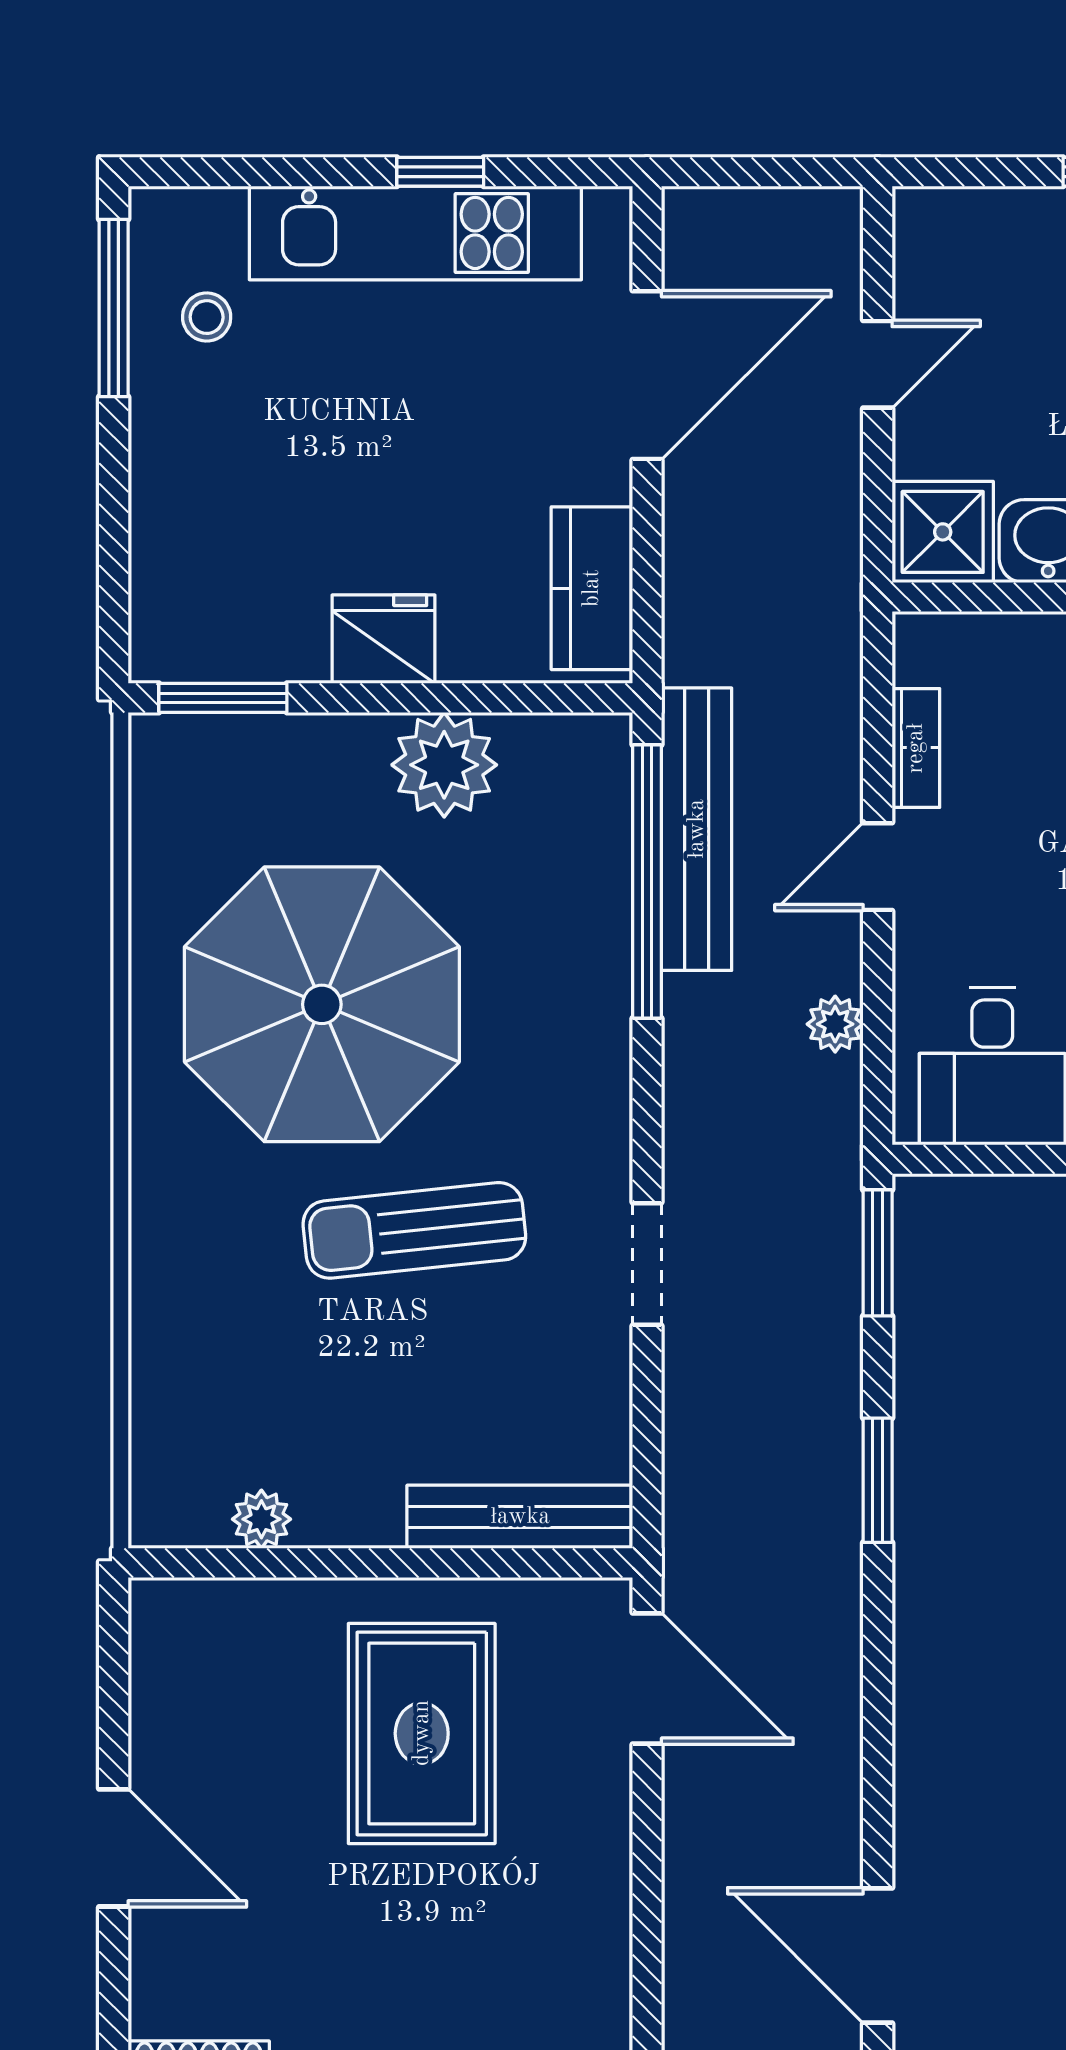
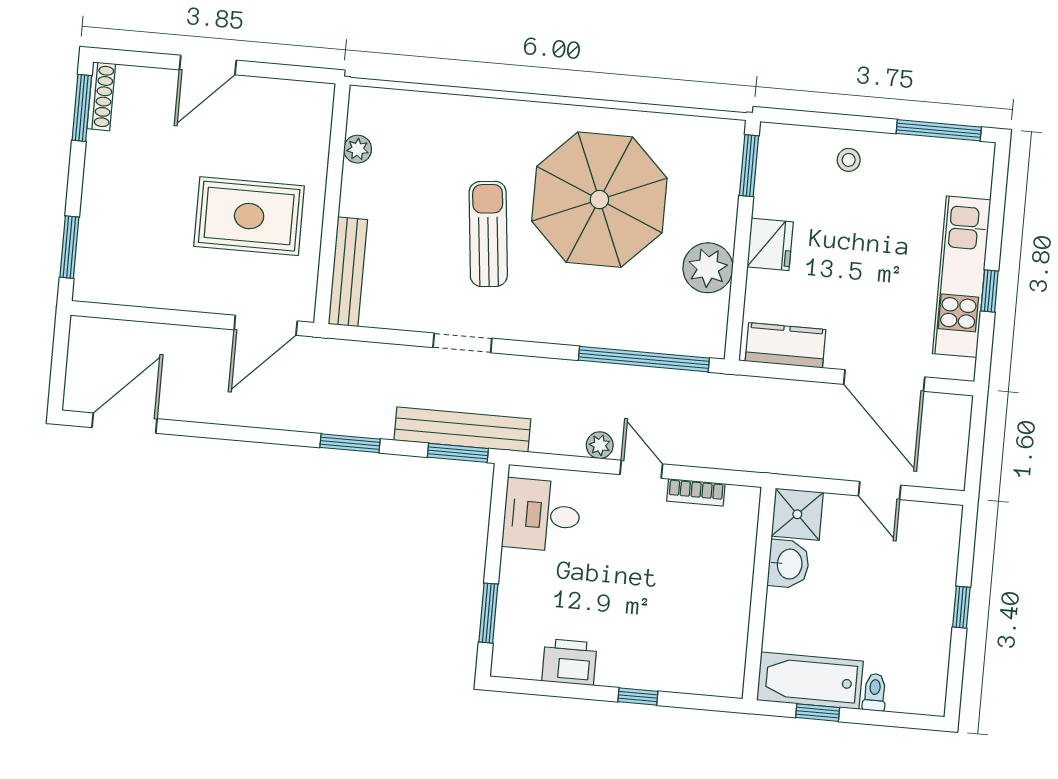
stool: (207, 317) -> (849, 160), moved
bench: (697, 829) -> (462, 430), moved
plant: (835, 1024) -> (600, 445), moved

